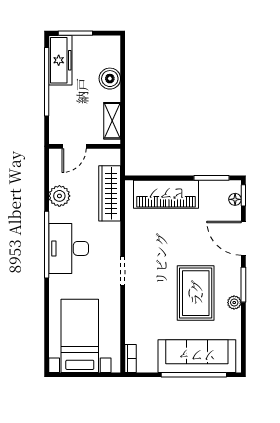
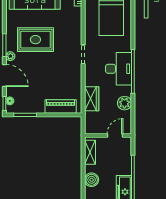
wardrobe: (110, 193) -> (92, 99), width x0.67
piano: (166, 194) -> (61, 106), width x0.73, depth x0.75
rug: (196, 293) -> (35, 40), turned 90
plant: (234, 303) -> (10, 56), moved

